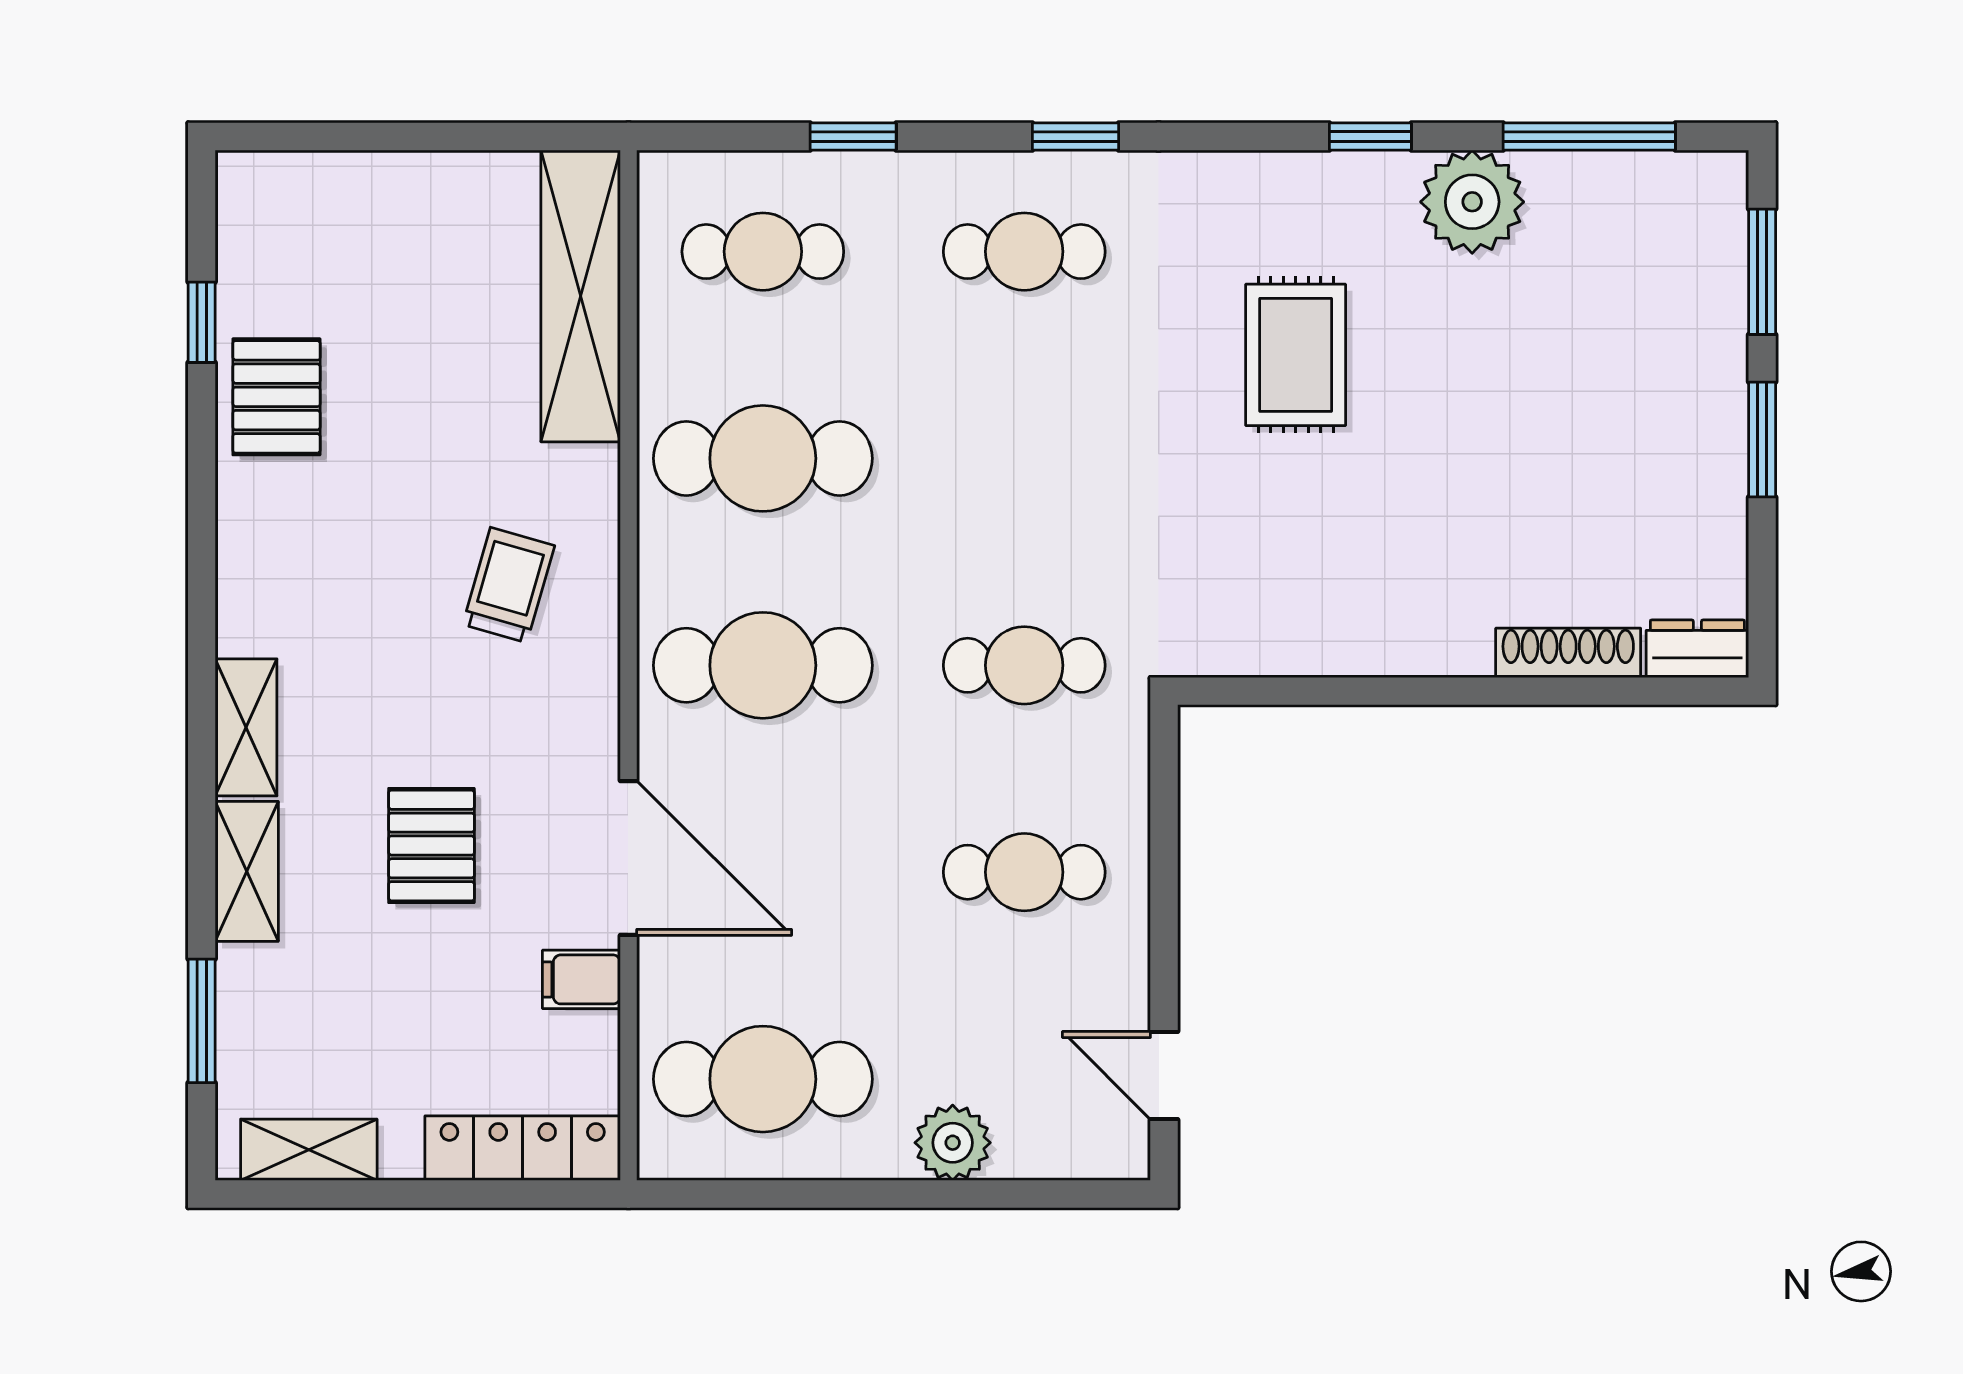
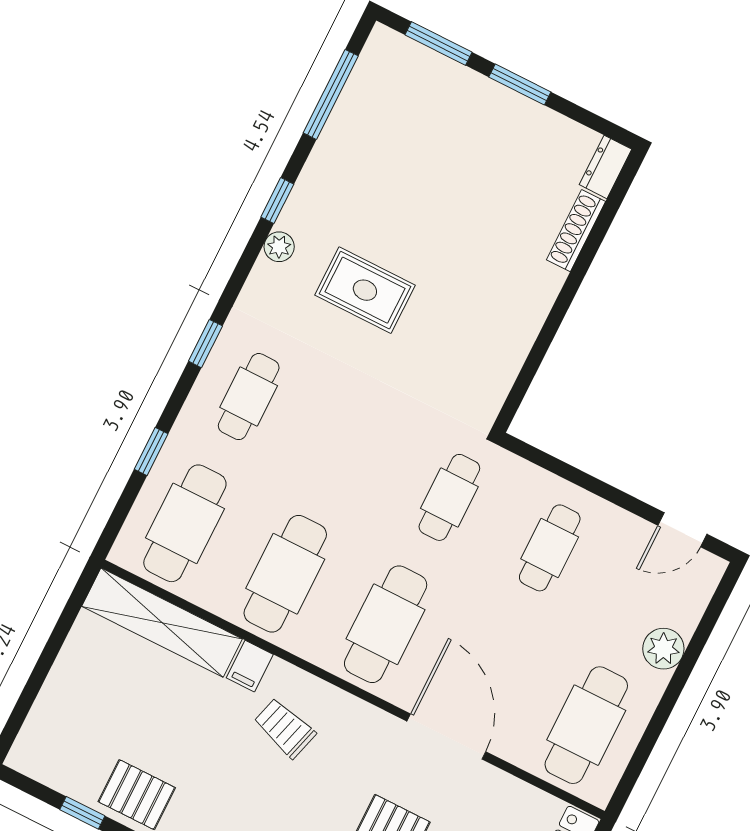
plant: (1472, 202) -> (279, 247), moved, width x0.53, depth x0.53
cafe table: (763, 252) -> (185, 523), width x1.37, depth x1.35
door: (628, 858) -> (446, 736), hinge flipped
filing cabinet: (581, 979) -> (250, 666), moved

